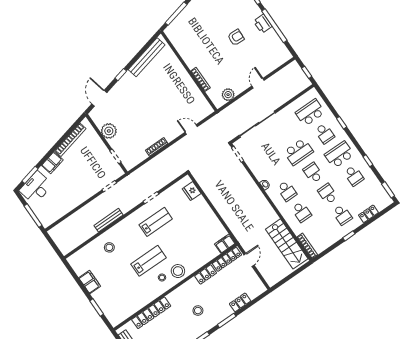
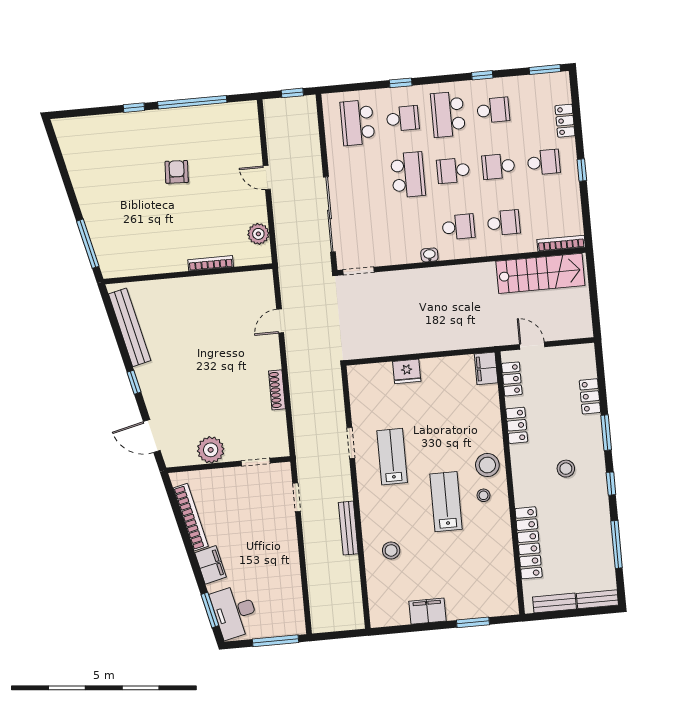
printer: (263, 24) -> (179, 119), removed
fridge: (192, 191) -> (407, 371), moved
locker: (227, 259) -> (512, 379), width x0.66

